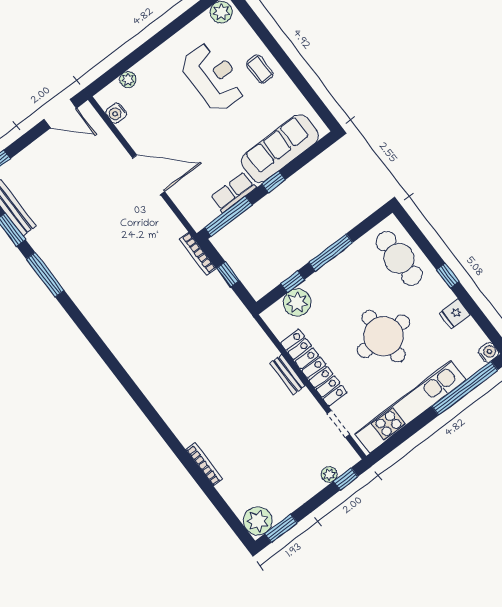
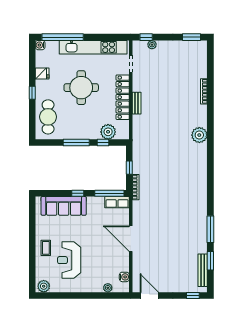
row of seats: (233, 192) -> (117, 202), moved
plant: (258, 521) -> (199, 135), moved

